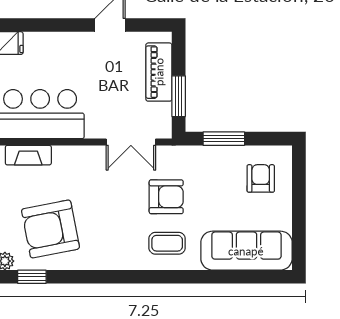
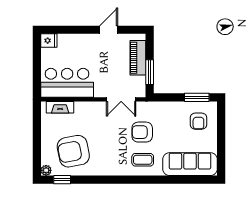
window: (224, 139) -> (197, 97), moved
armchair: (261, 178) -> (198, 121), turned 180
armchair: (166, 197) -> (142, 132), turned 180

